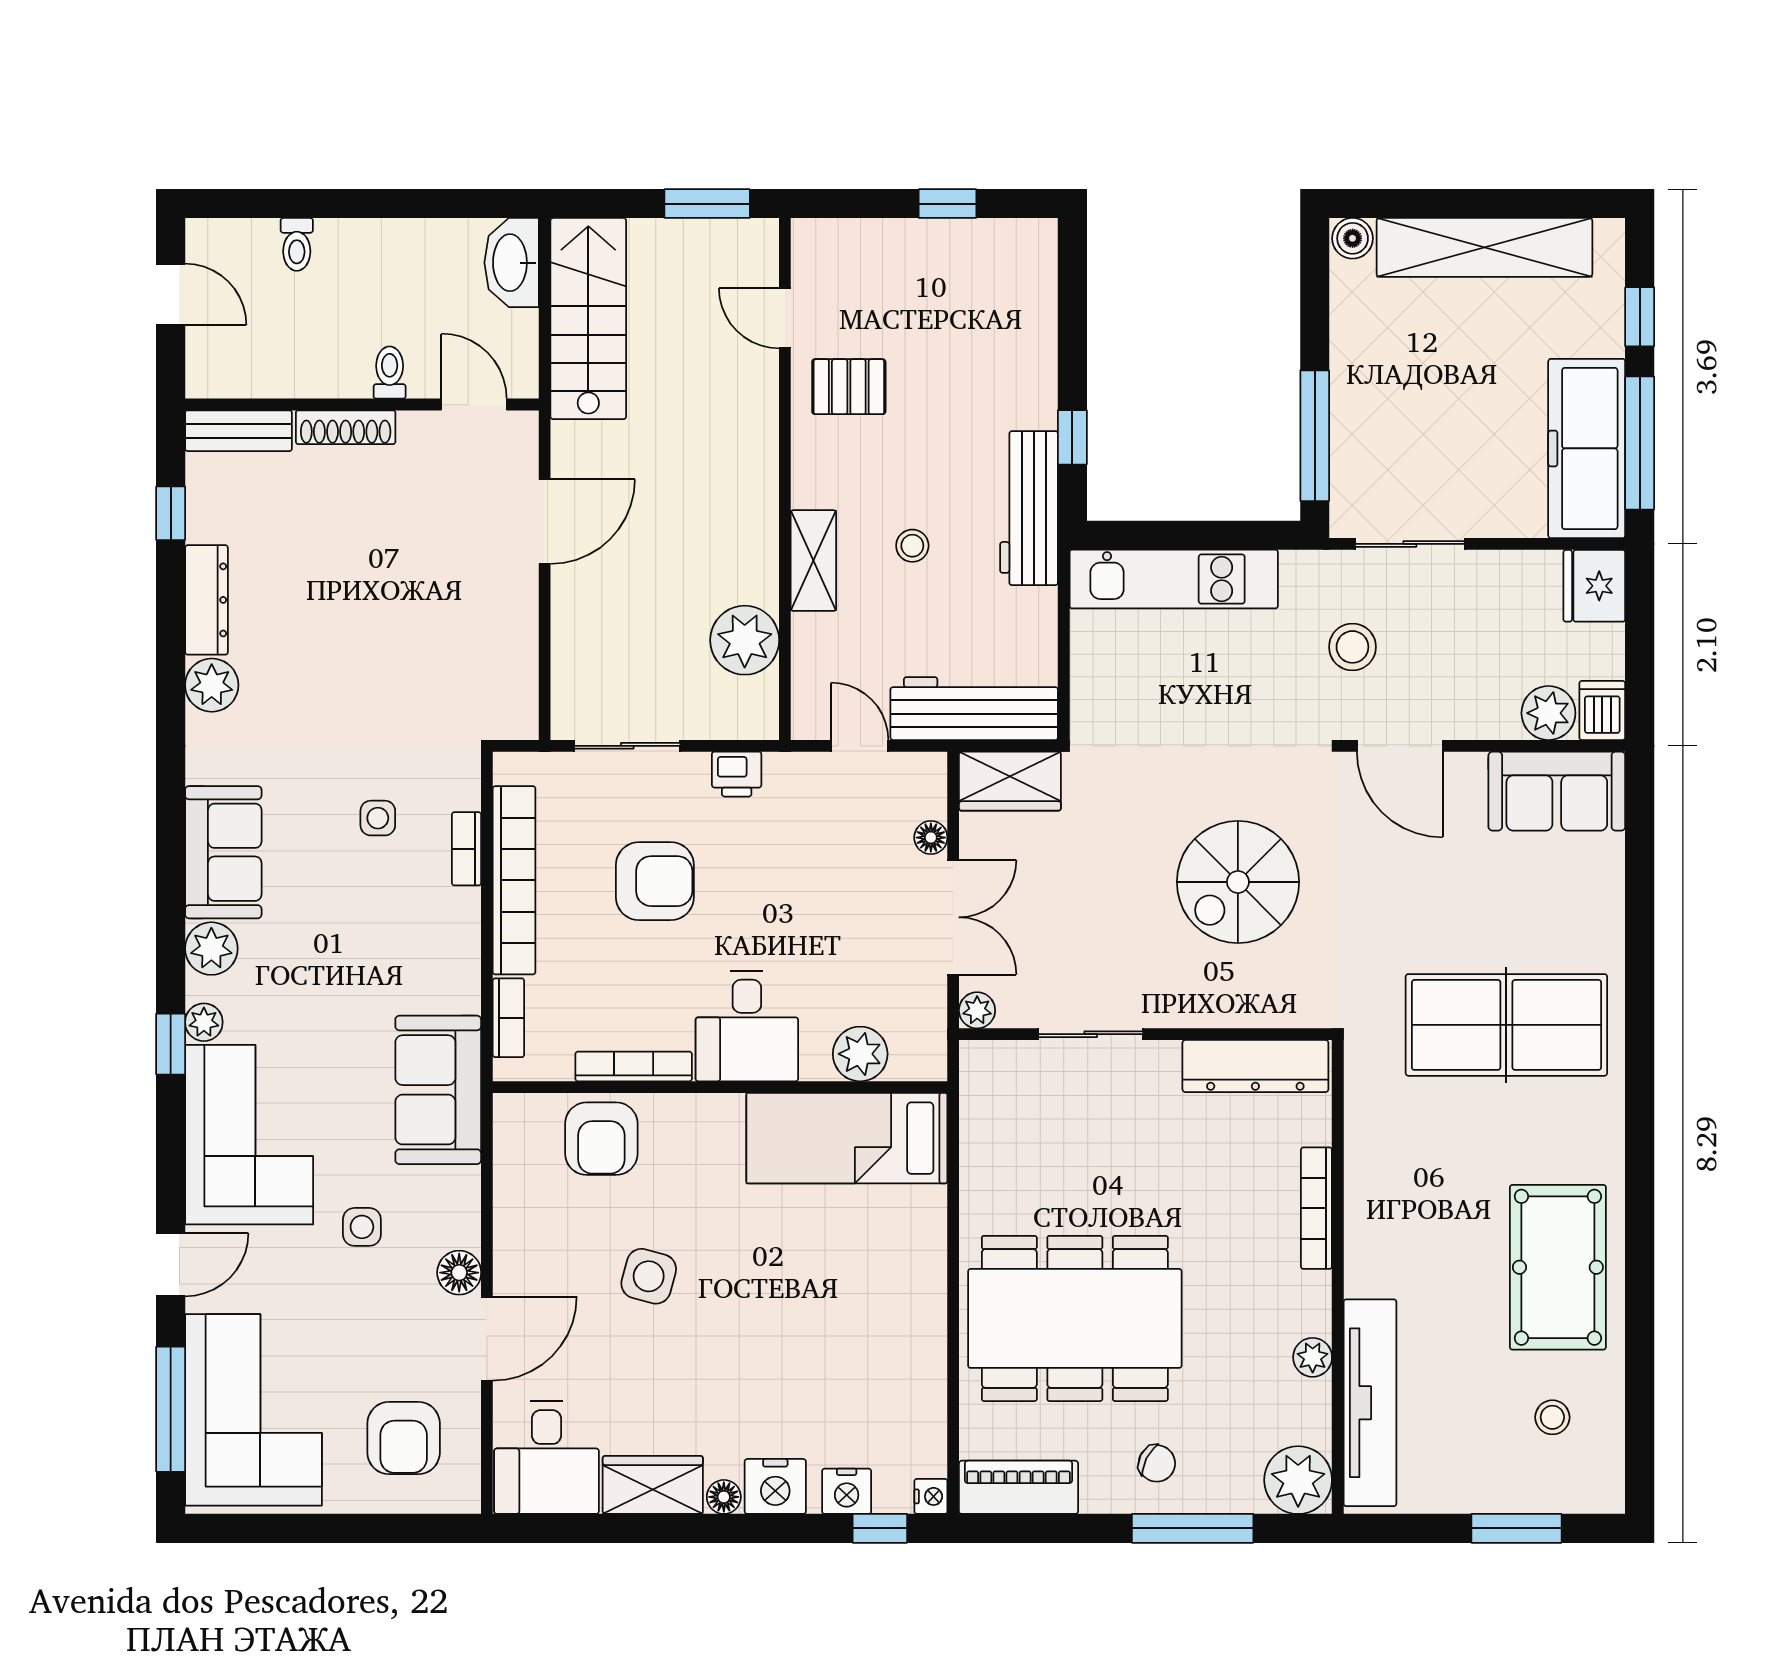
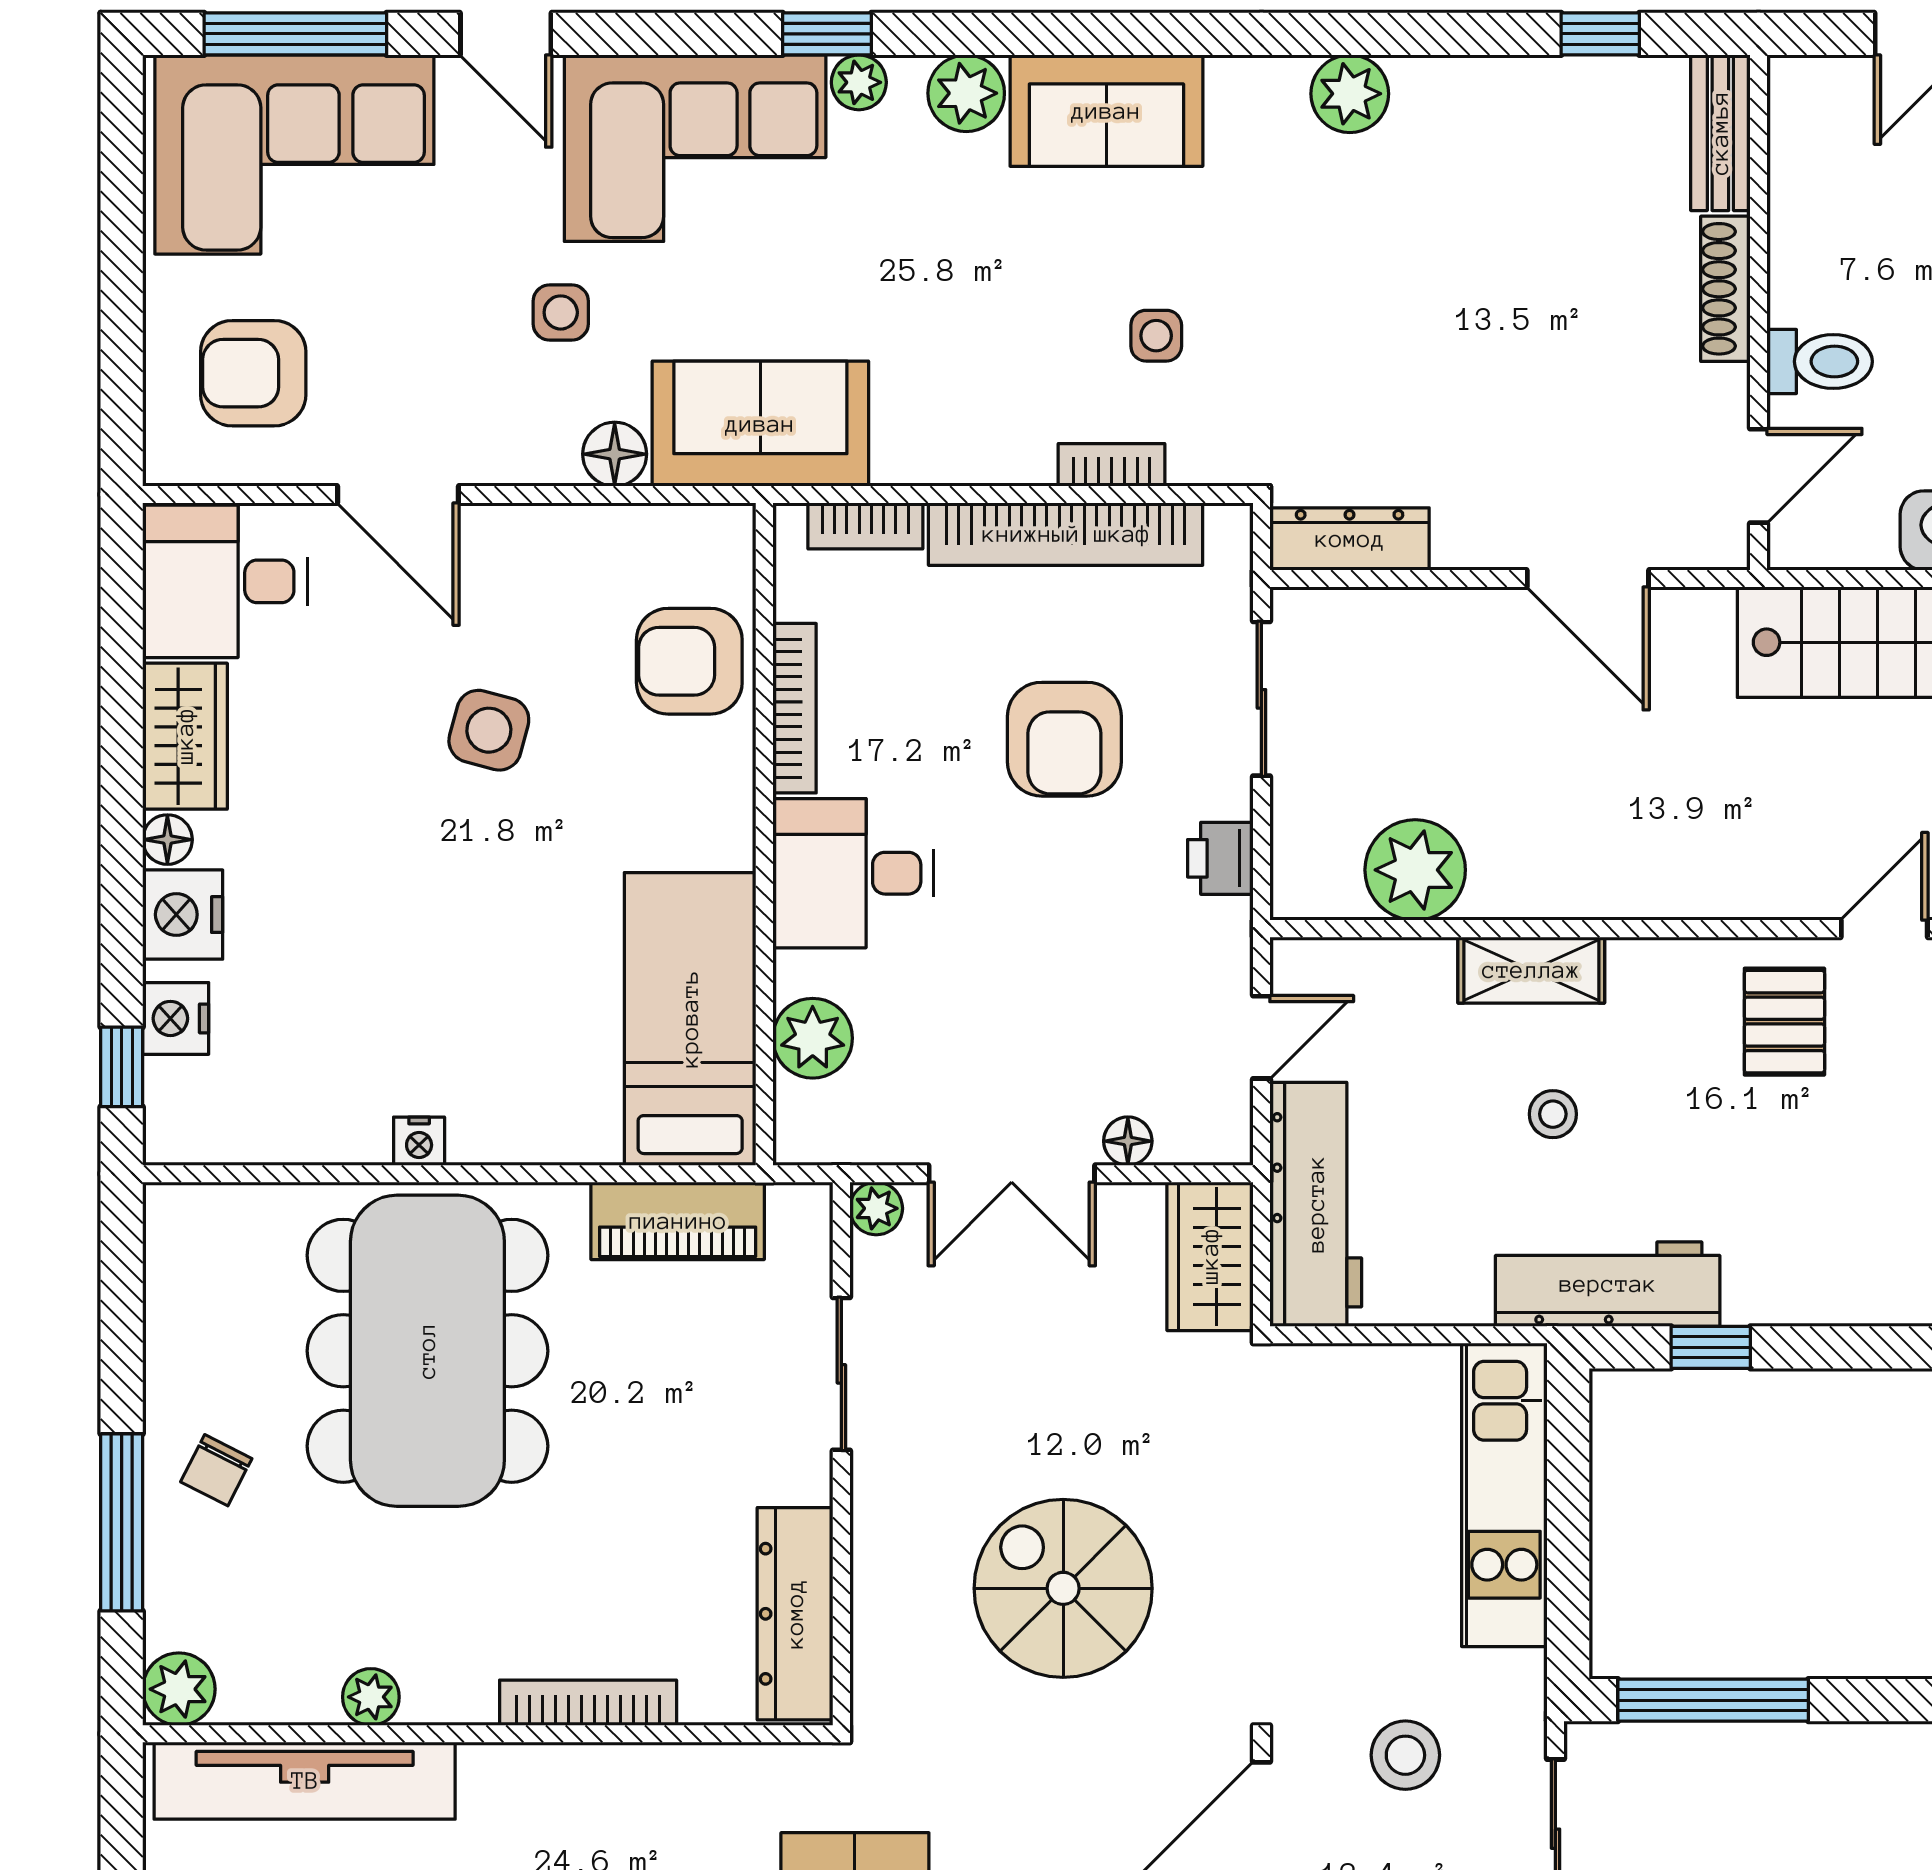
toilet: (390, 373) -> (1820, 361), width x1.37, depth x1.39
dresser: (206, 600) -> (1350, 539), moved, turned 180
floor lamp: (459, 1273) -> (615, 454), moved
plant: (1298, 1480) -> (179, 1689), width x0.73, depth x0.73
piano: (1019, 1487) -> (678, 1221), moved, turned 90
nightstand: (931, 1496) -> (419, 1141), moved

